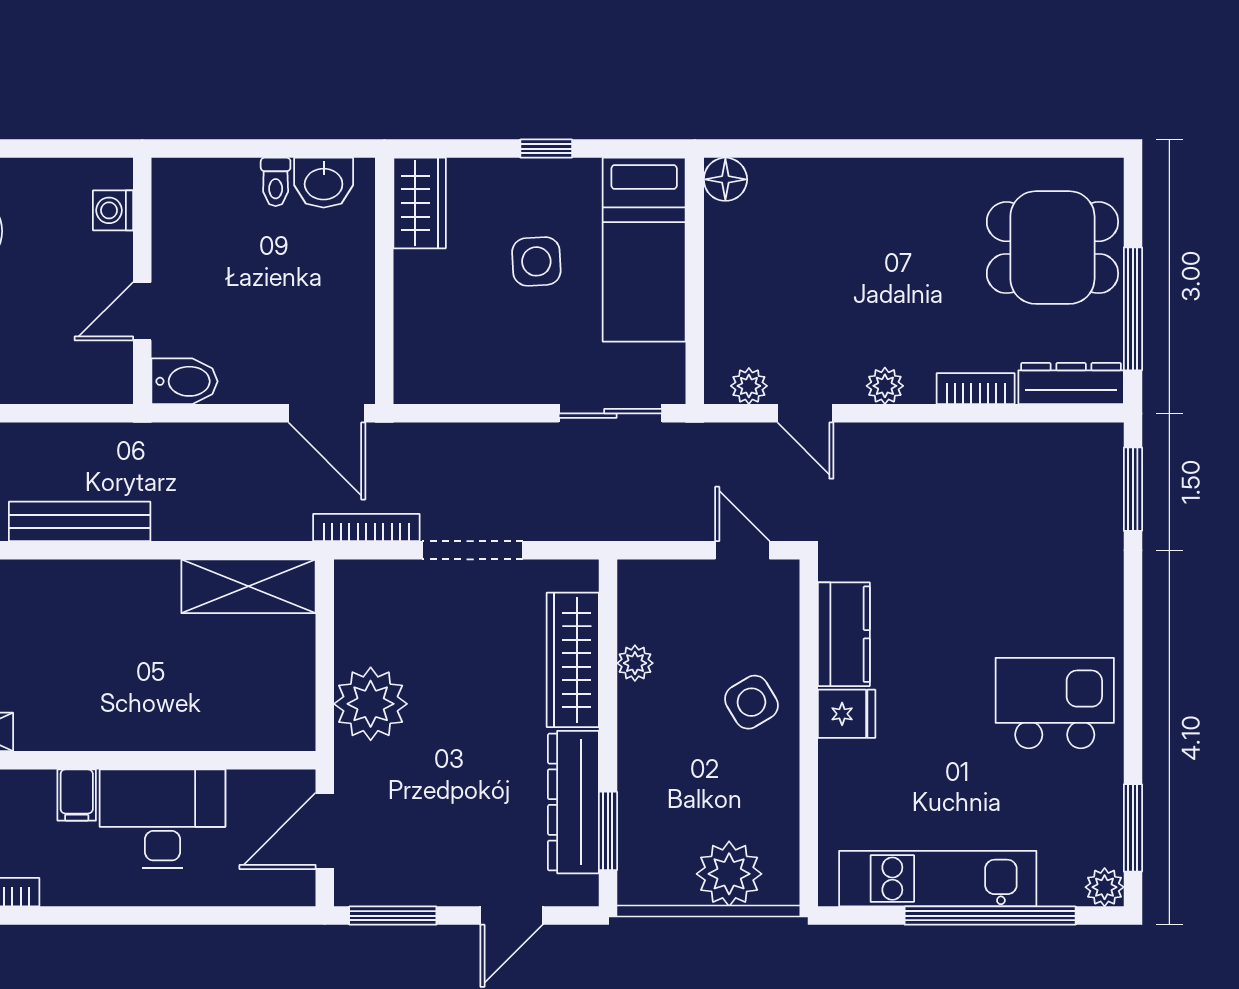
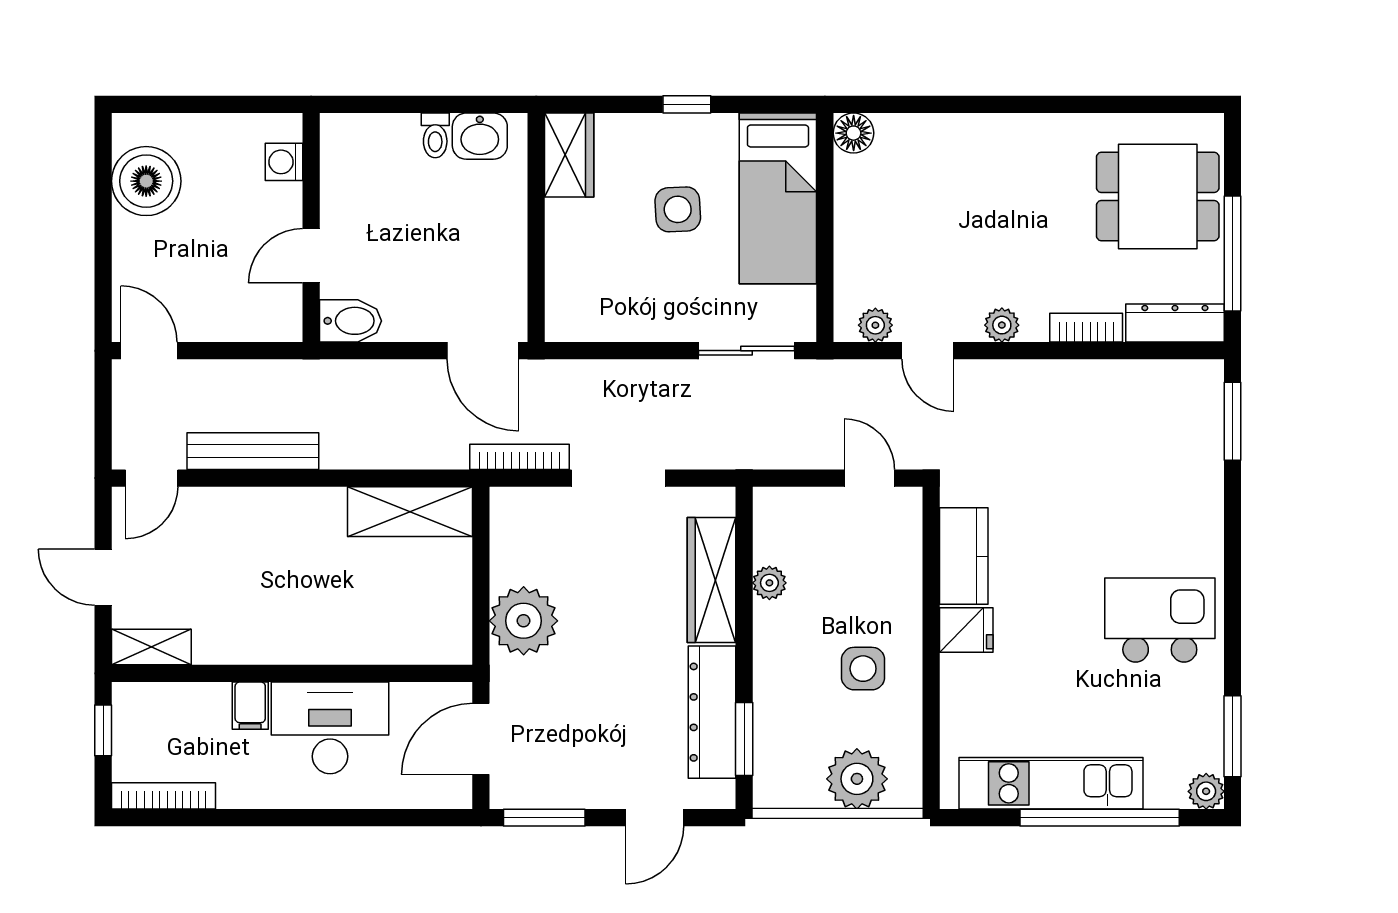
side table: (751, 702) -> (863, 669), moved, turned 31

